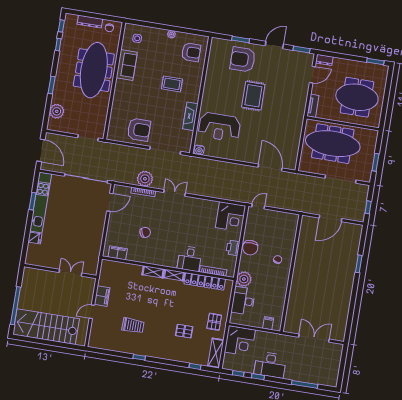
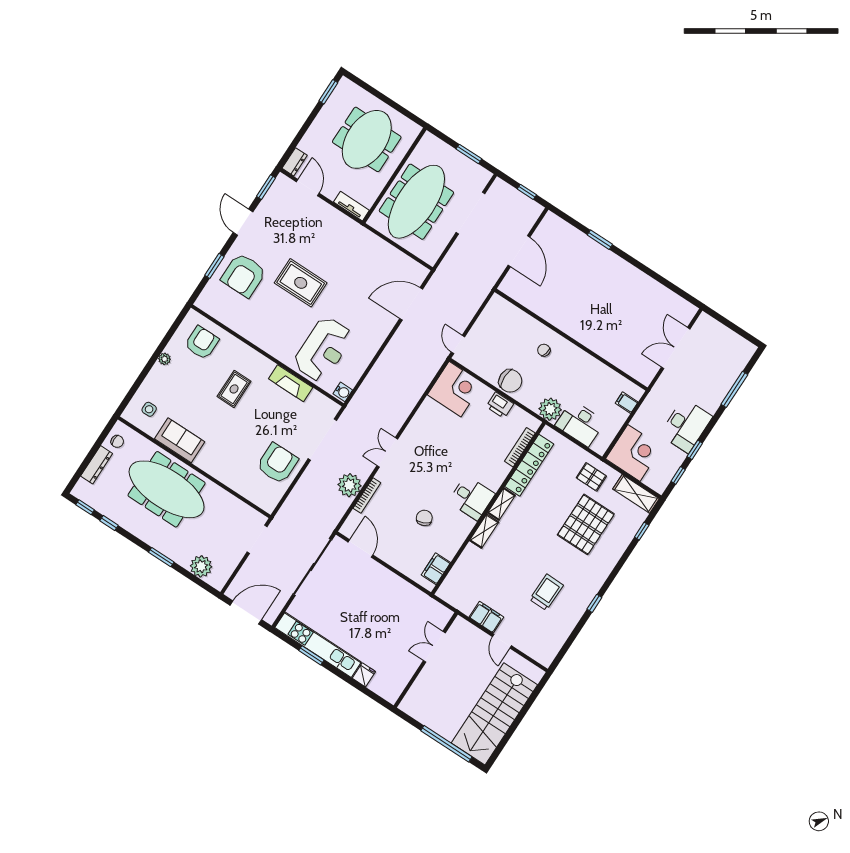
desk: (190, 259) -> (472, 498), moved
pallet: (184, 331) -> (586, 524), width x2.05, depth x2.00

